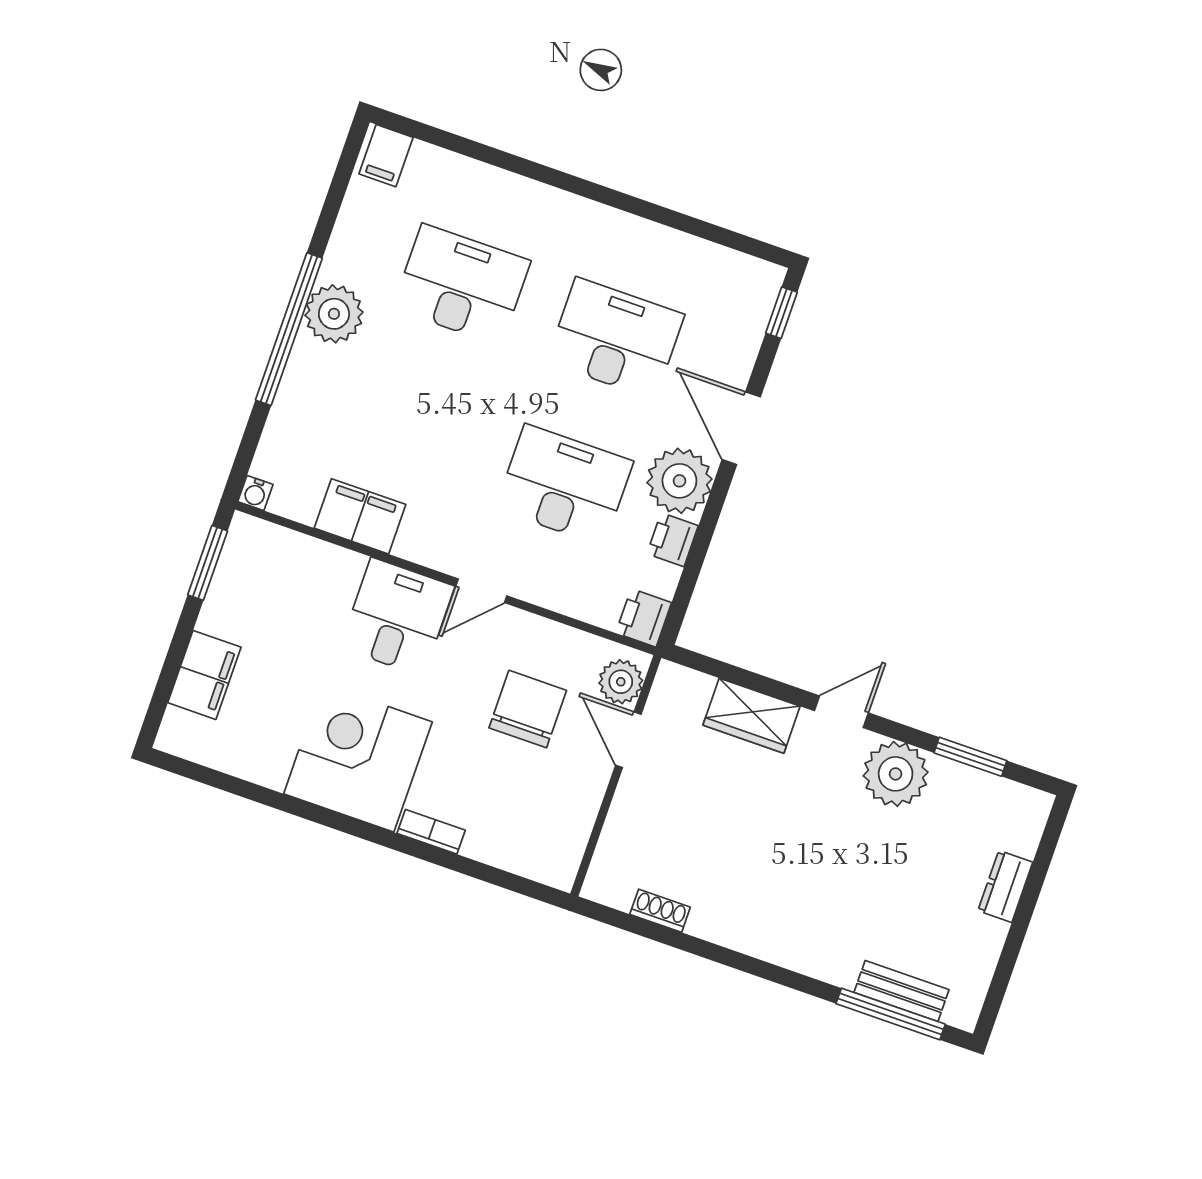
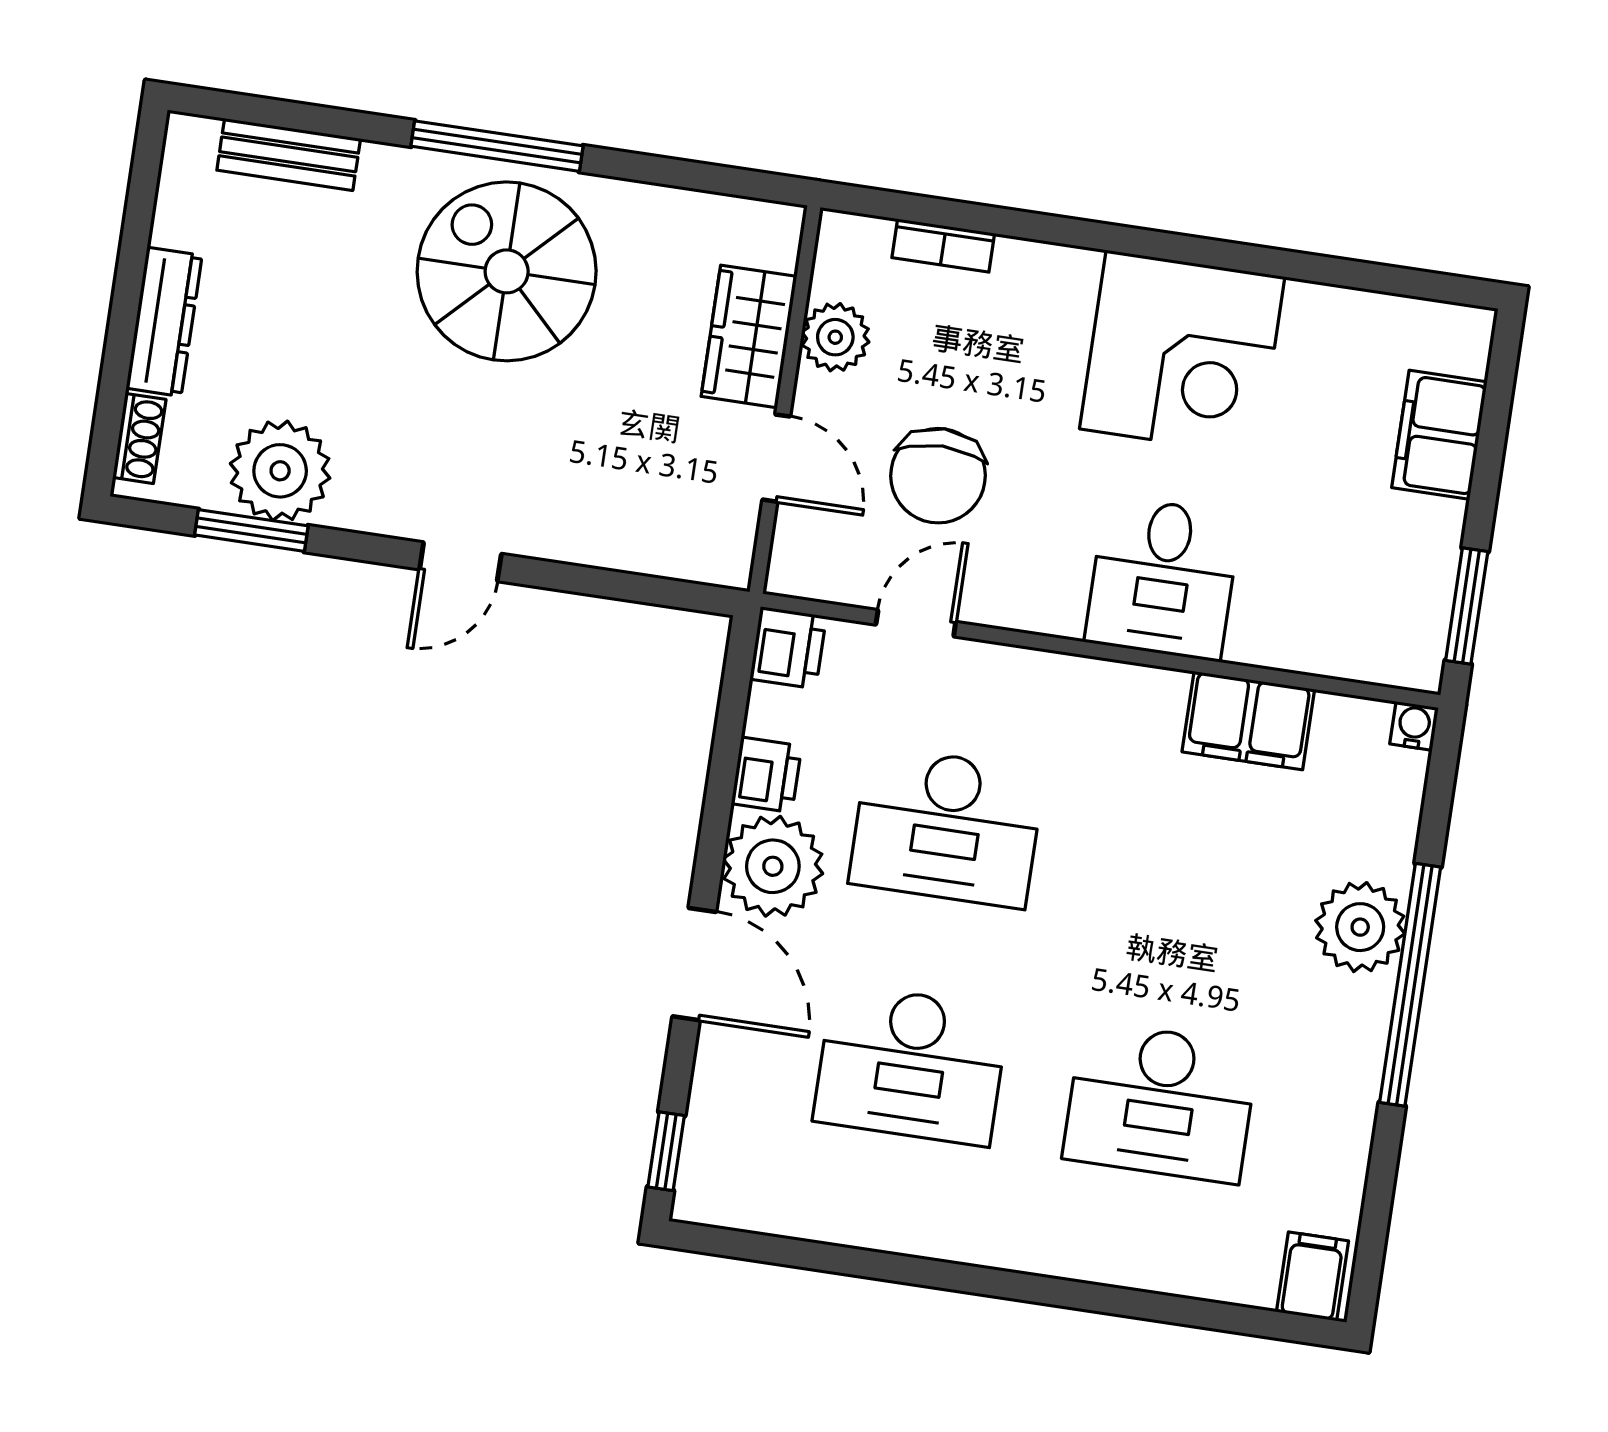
plant: (334, 314) -> (1360, 927), moved
door: (481, 591) -> (916, 623), moved
plant: (621, 682) -> (835, 337), moved
wardrobe: (752, 716) -> (749, 336), moved, turned -90
plant: (896, 774) -> (280, 471), moved
bookcase: (431, 832) -> (943, 246), moved
dresser: (1005, 886) -> (164, 322), width x1.44
spiral stairs: (777, 891) -> (507, 271), added
shoe rack: (660, 911) -> (139, 438), moved, turned -90
window: (891, 1014) -> (497, 146), moved

